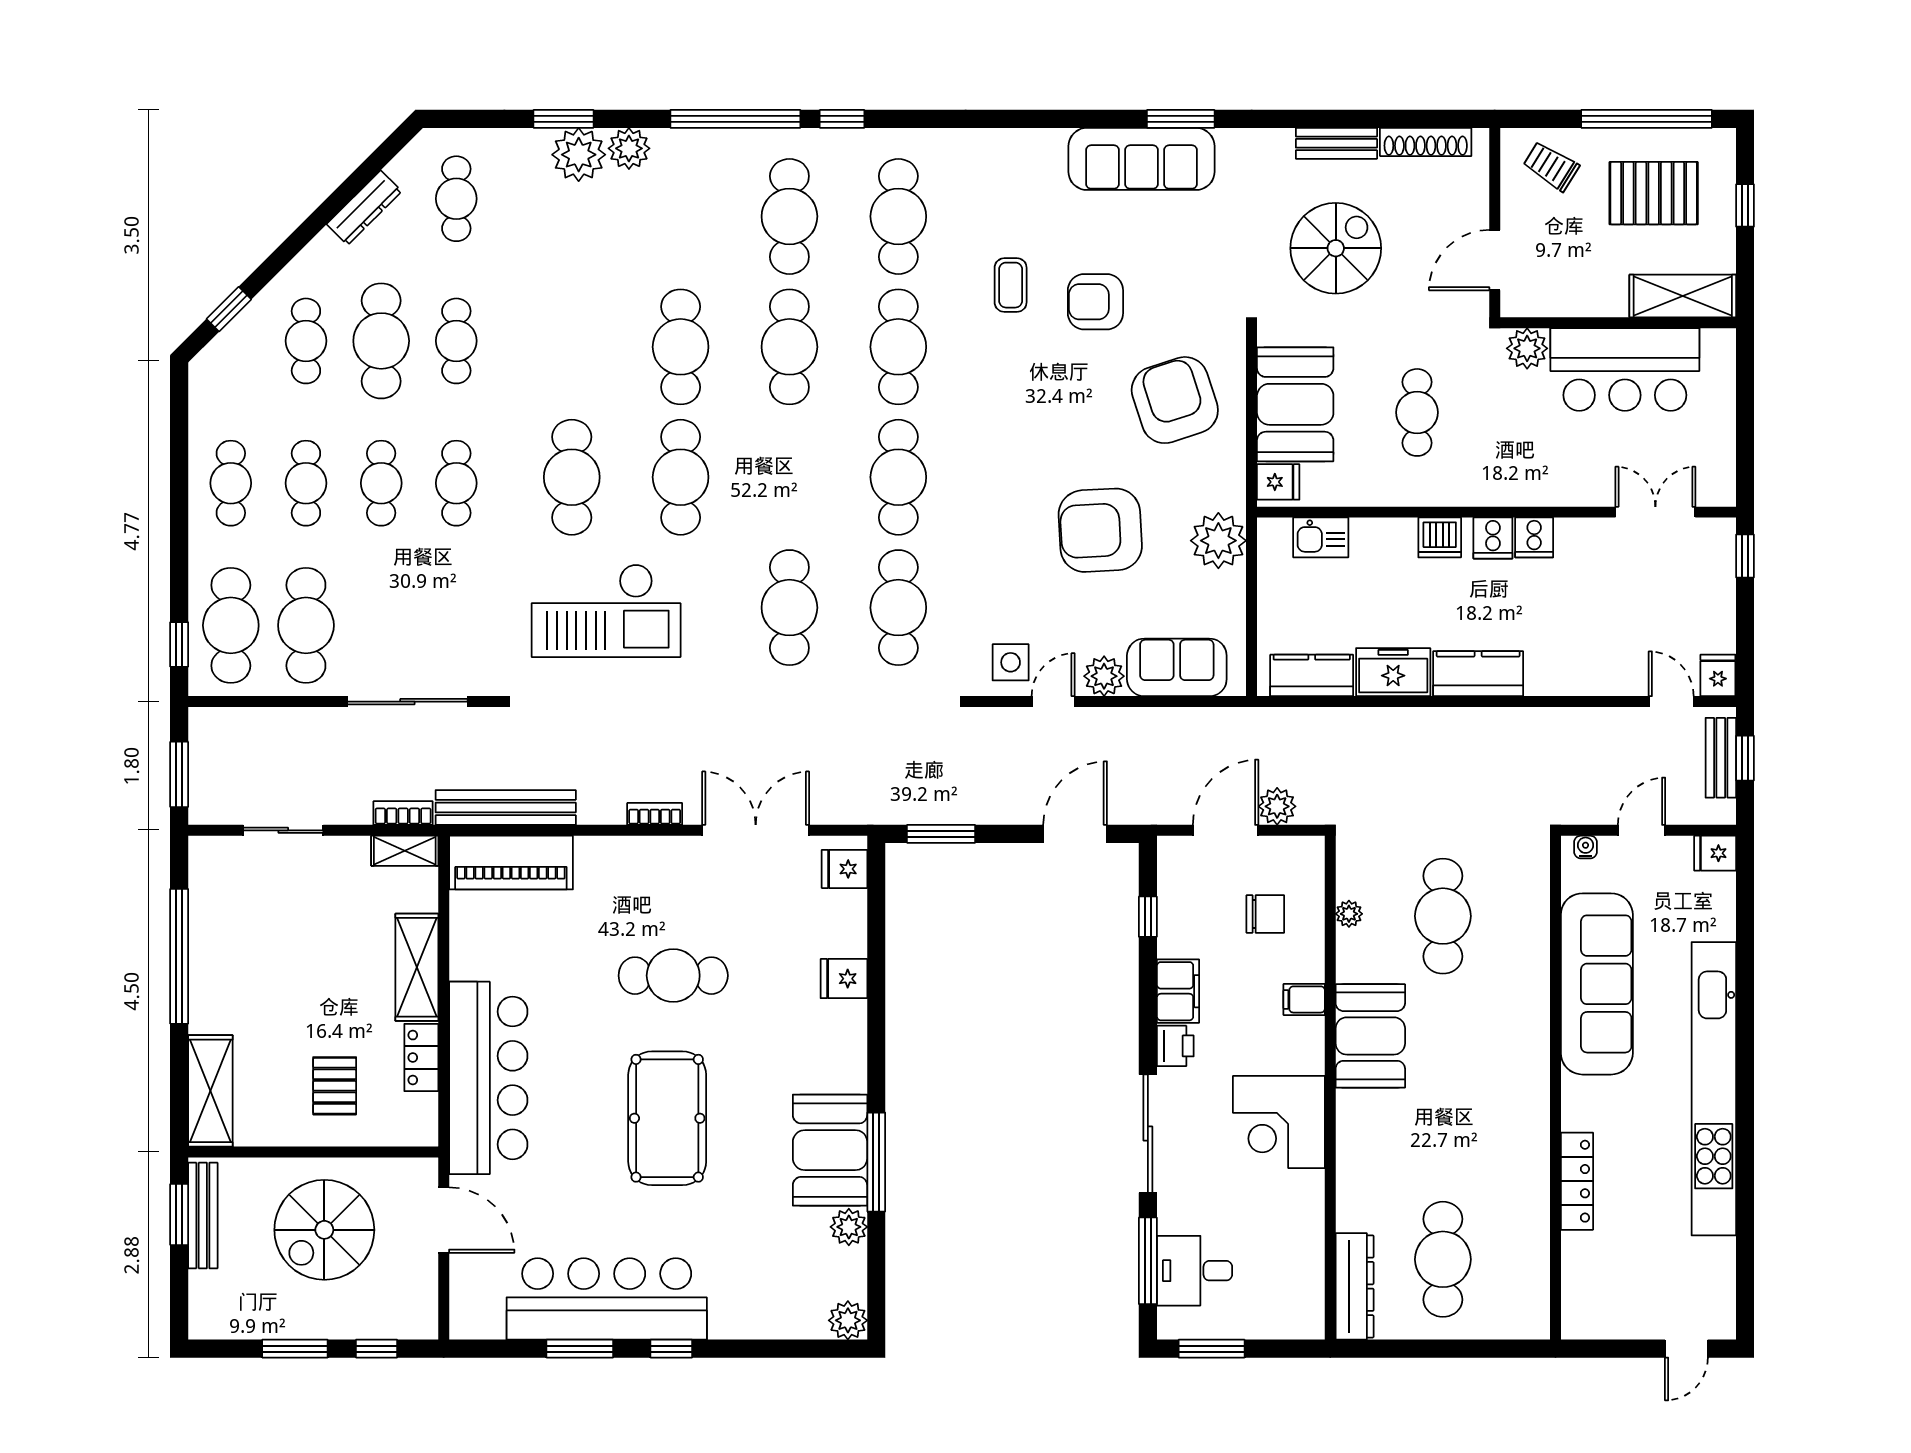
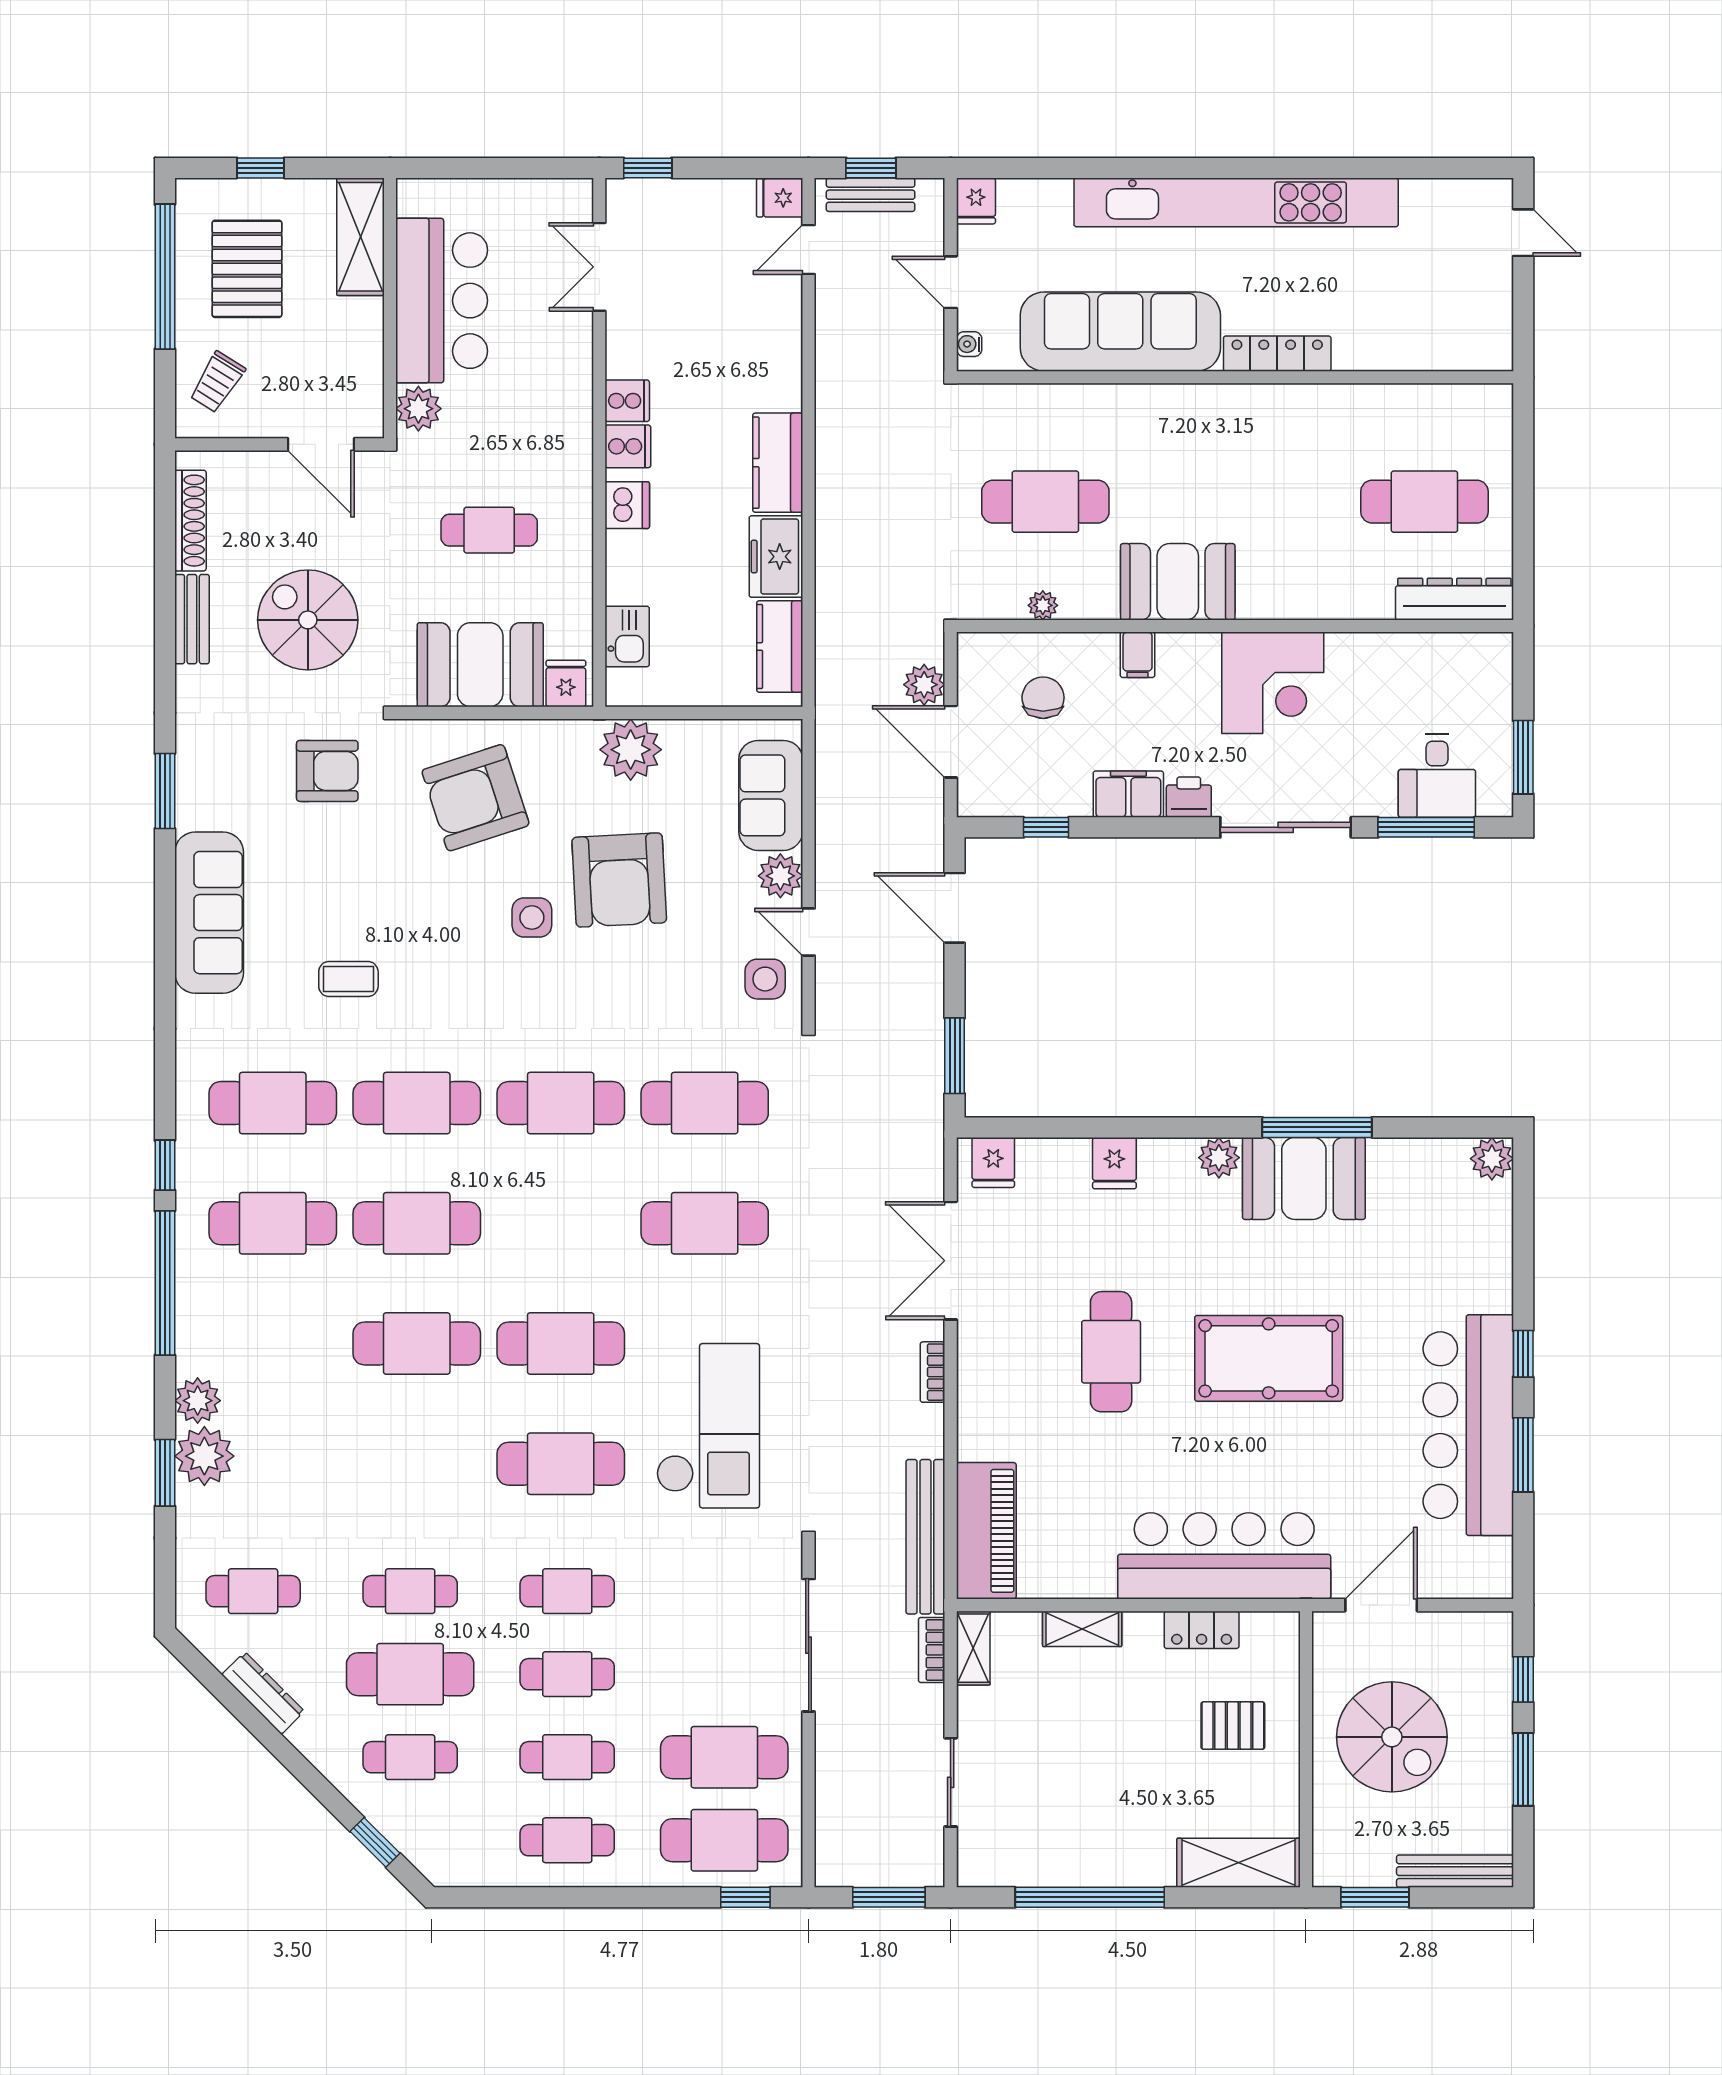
sofa: (1141, 159) -> (209, 913), moved
armchair: (1095, 302) -> (327, 771), moved, turned -90
side table: (1066, 451) -> (532, 918), added
shelving: (417, 967) -> (1082, 1629), width x0.67, depth x0.75
locker: (1577, 1181) -> (1277, 354), moved
bench: (203, 1216) -> (1455, 1871), moved
plant: (849, 1227) -> (1219, 1158), moved

